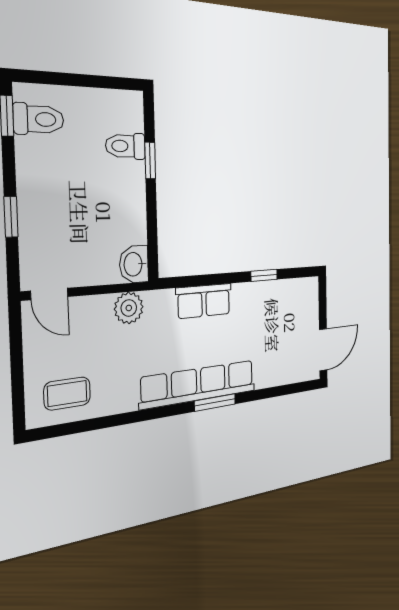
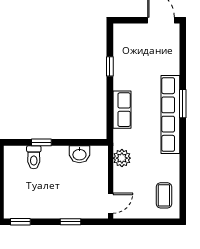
toilet: (39, 119) -> (21, 205), removed
washbasin: (134, 264) -> (79, 154), moved

